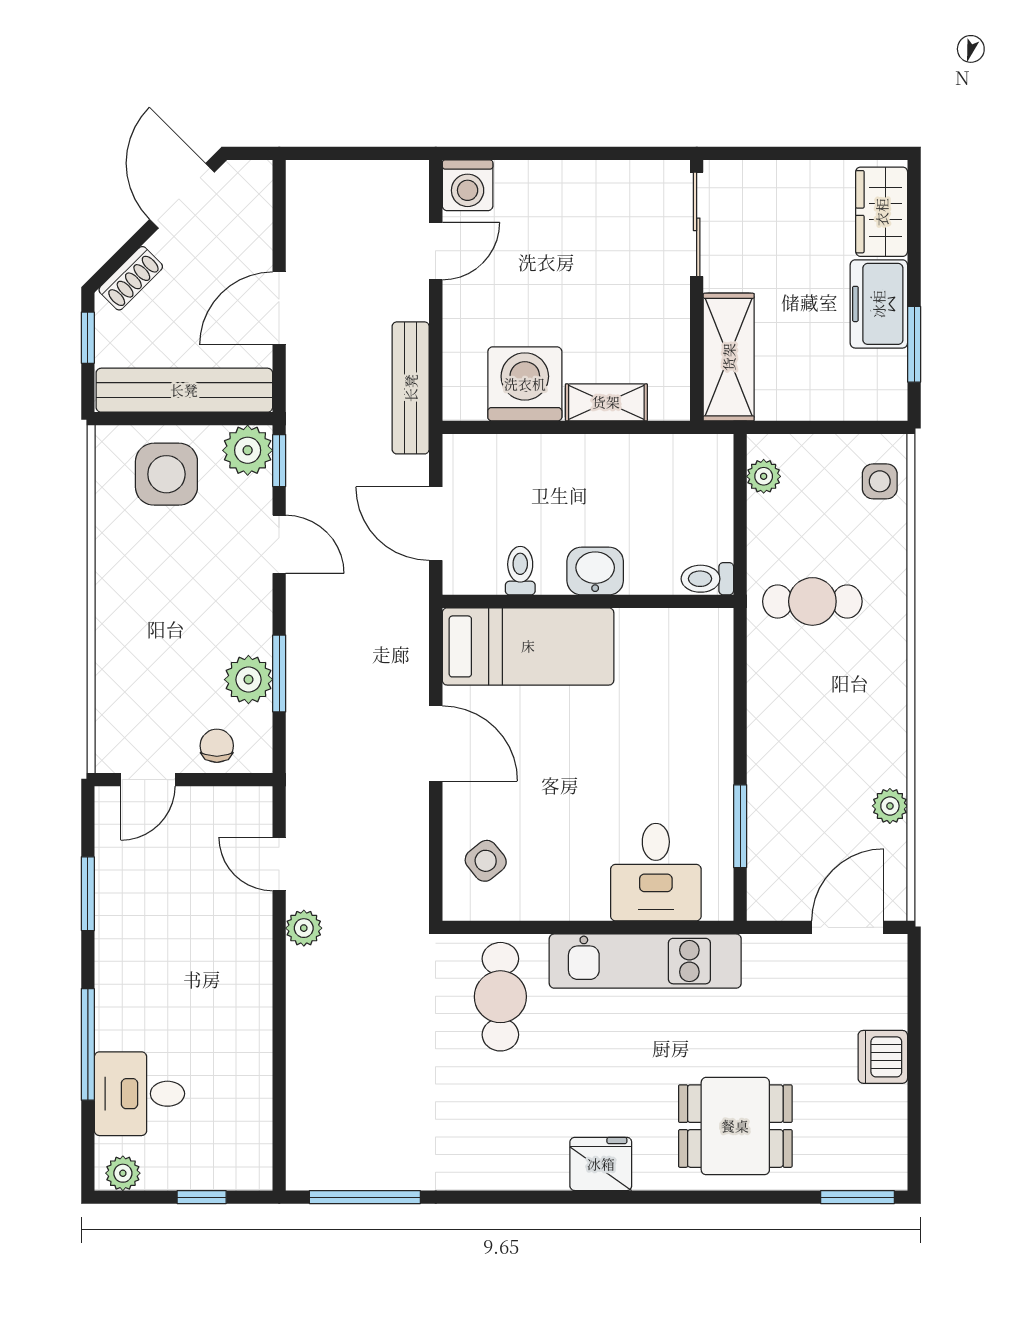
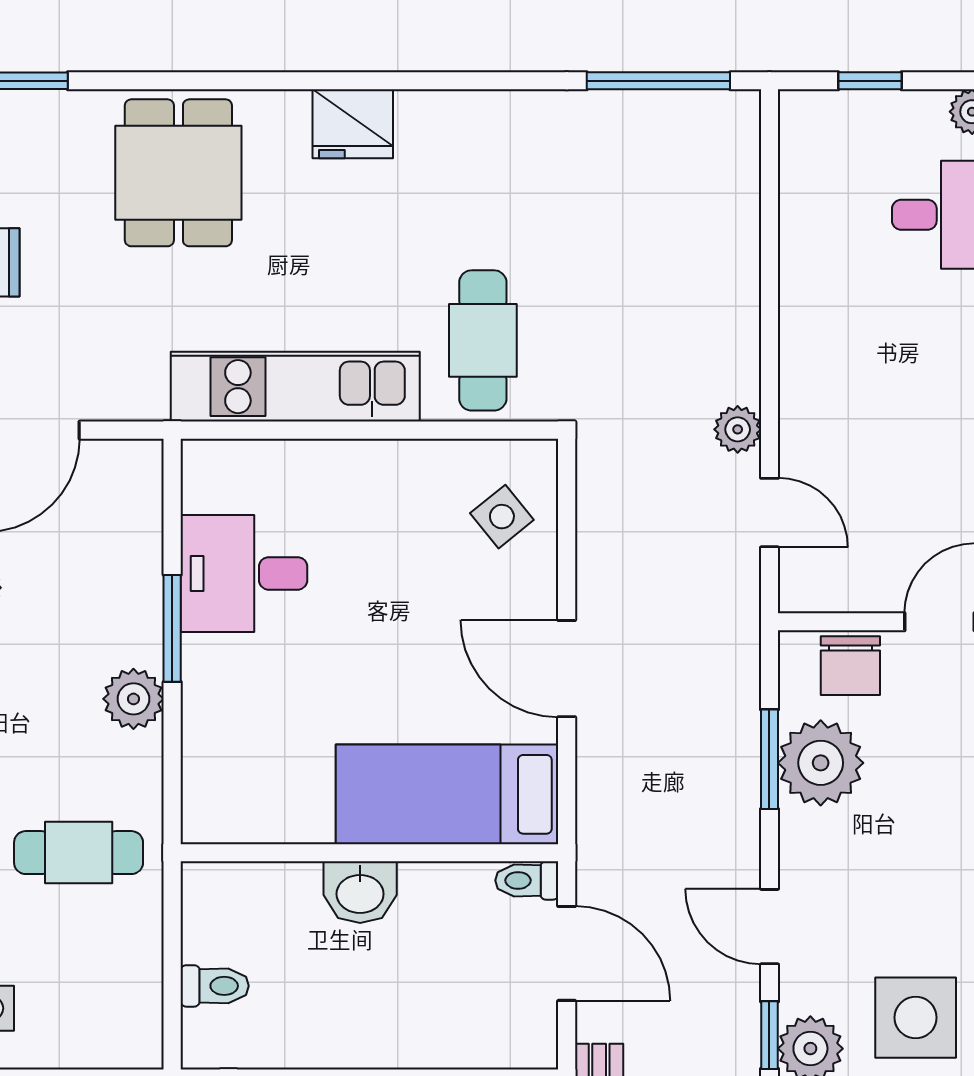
plant: (764, 476) -> (133, 699), moved, width x1.38, depth x1.38
toilet: (520, 571) -> (527, 880), moved, turned 90
toilet: (707, 579) -> (215, 986), moved
plant: (248, 680) -> (821, 763), width x1.36, depth x1.36
chair: (217, 746) -> (850, 666), width x1.37, depth x1.37
window: (740, 826) -> (172, 628), moved
desk: (656, 872) -> (244, 573), moved, turned -90
dining table: (735, 1126) -> (178, 173), turned 90

